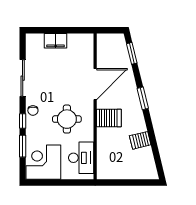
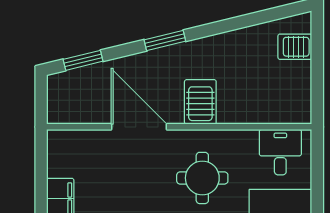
server rack: (140, 140) -> (295, 47), moved, turned 104
desk: (81, 158) -> (280, 152), width x0.73

